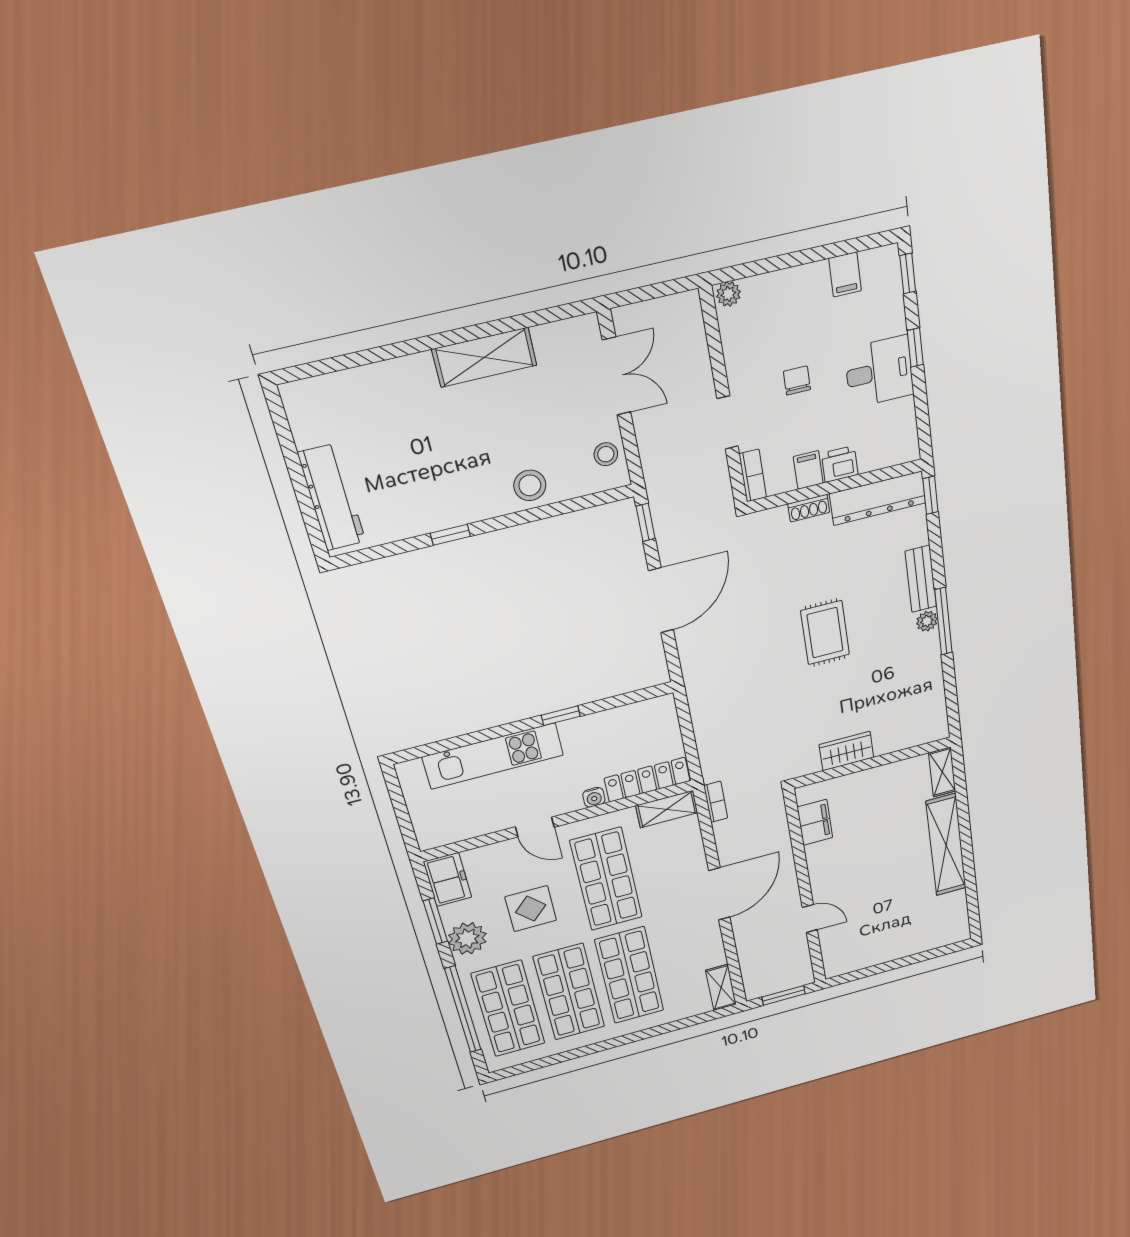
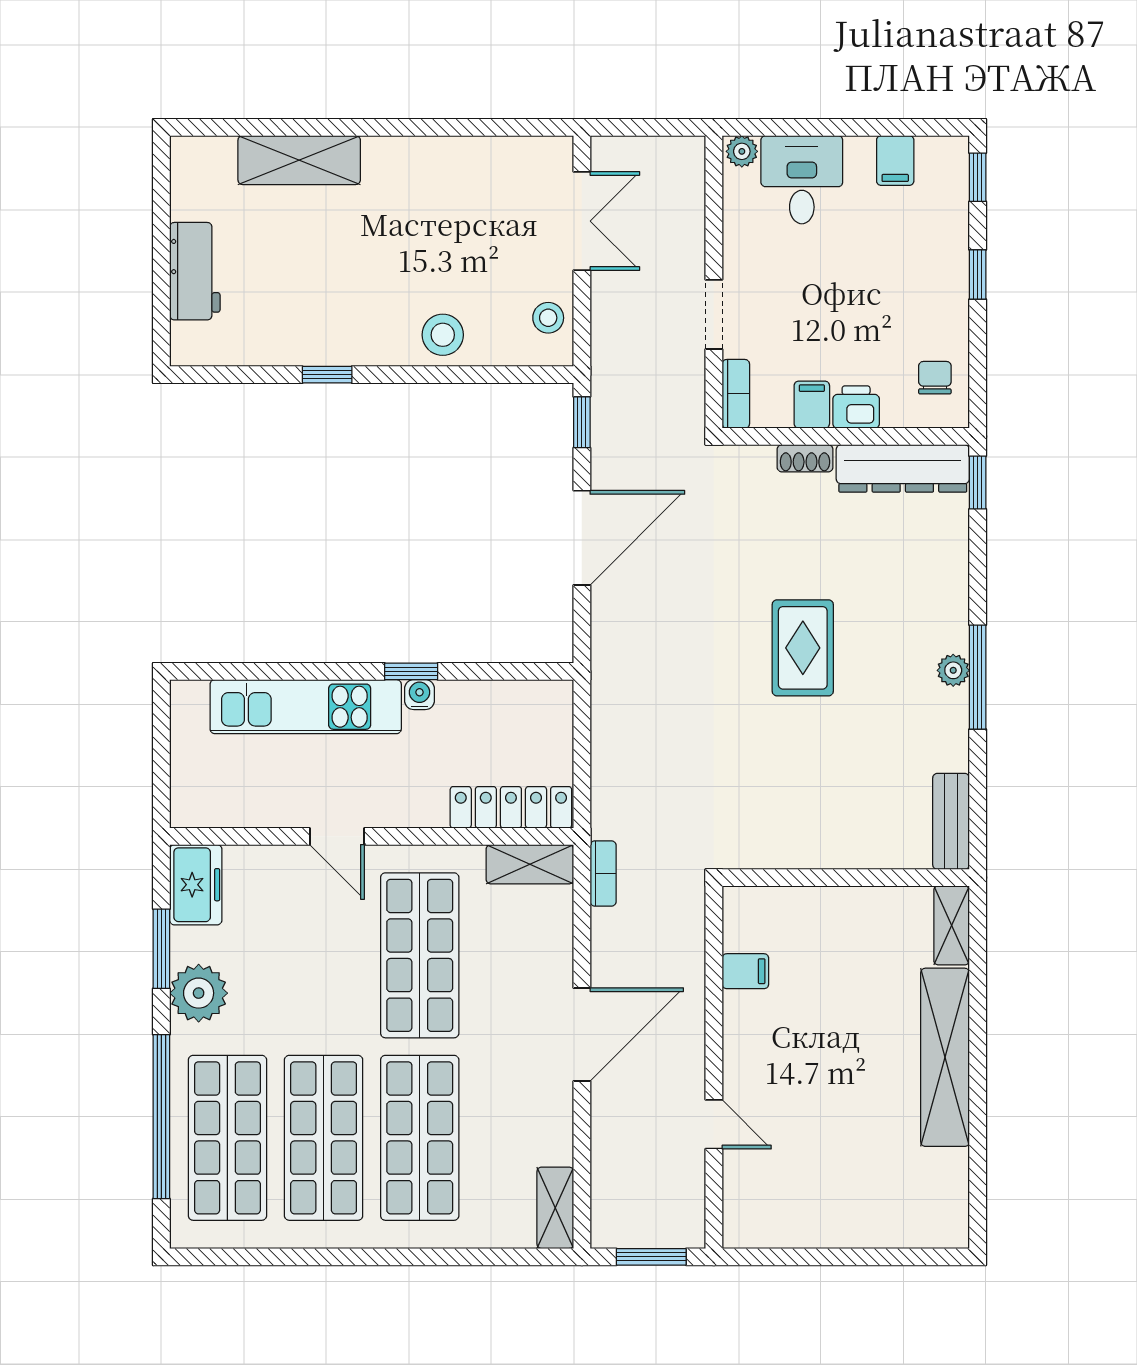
shelving: (484, 357) -> (299, 160), moved
desk: (879, 372) -> (802, 180), moved, turned -90
chair: (797, 381) -> (935, 378), moved
workbench: (332, 498) -> (195, 271), width x0.73
bench: (921, 579) -> (951, 821), moved
wardrobe: (846, 751) -> (809, 846), removed
water cooler: (594, 797) -> (420, 695), moved, turned 180
filing cabinet: (815, 822) -> (745, 971), width x0.50
display table: (531, 909) -> (300, 971), removed

